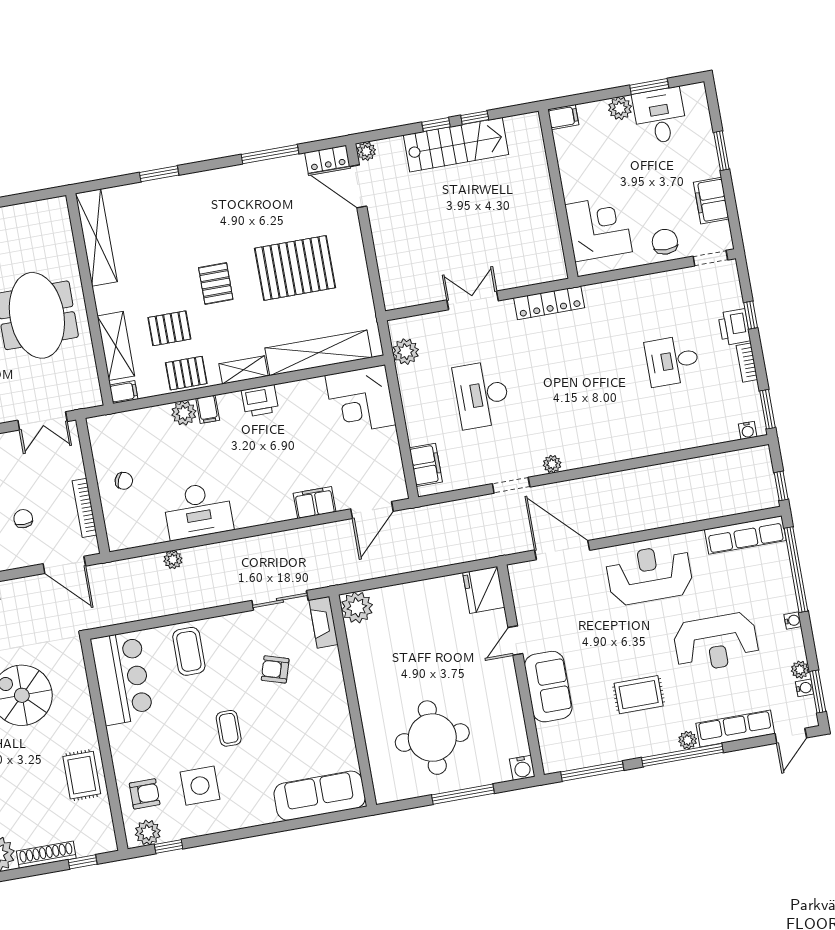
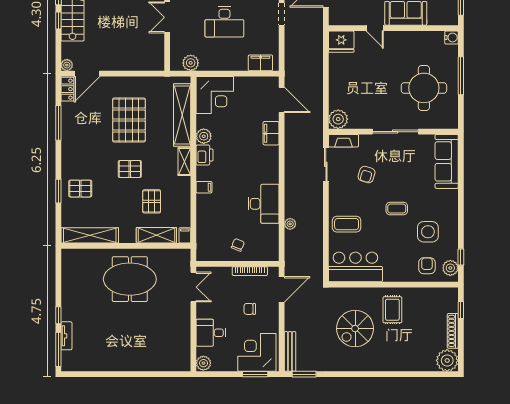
pallet: (186, 373) -> (80, 189), moved, turned 90
plant: (184, 413) -> (204, 136), moved
sliding door: (353, 704) -> (395, 132), added
rug: (82, 775) -> (392, 310), moved, turned 90

